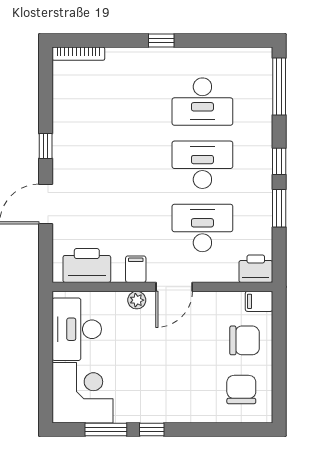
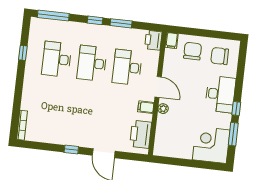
window: (161, 40) -> (23, 53), moved
desk: (202, 102) -> (57, 59), turned 180
desk: (77, 329) -> (220, 94), moved, turned -90

